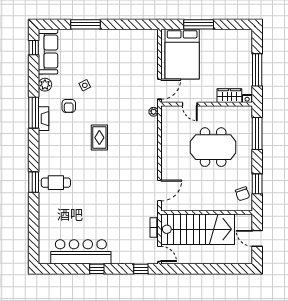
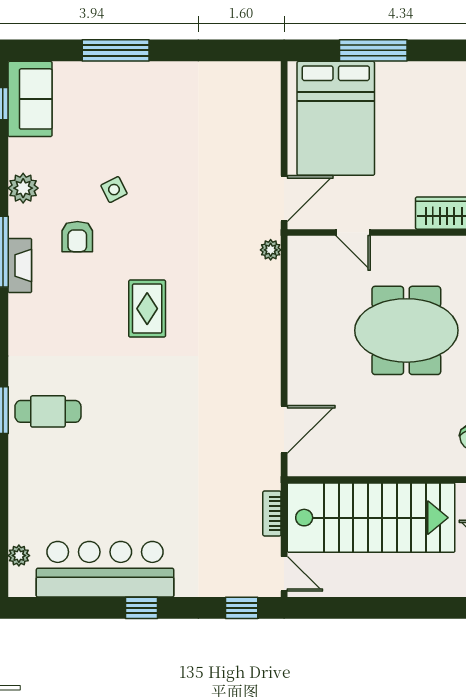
sofa: (48, 52) -> (30, 99), width x0.73
plant: (43, 246) -> (19, 556), added

